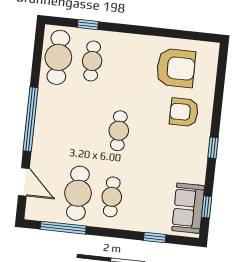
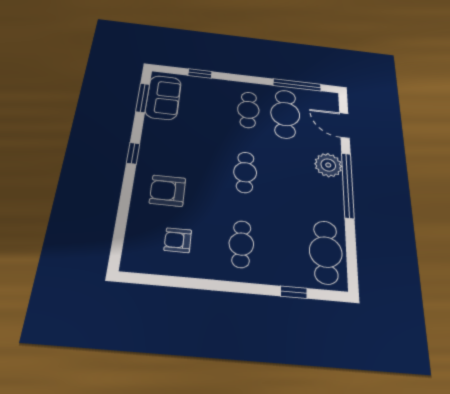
cafe table: (92, 61) -> (241, 244), moved
armchair: (176, 68) -> (178, 240), width x0.53, depth x0.53
armchair: (184, 112) -> (168, 191), turned 180
plant: (45, 139) -> (328, 165), added
window: (207, 207) -> (143, 98), width x1.50

